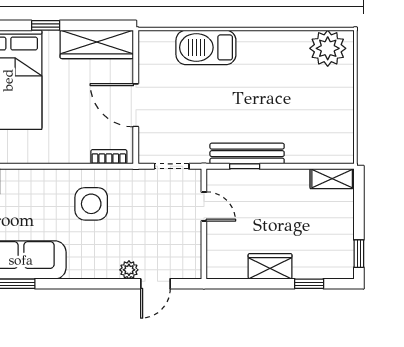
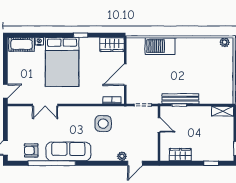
wardrobe: (97, 44) -> (112, 45), width x0.67
plant: (328, 48) -> (225, 42), width x0.53, depth x0.53
door: (136, 105) -> (125, 75), hinge flipped
wardrobe: (270, 266) -> (180, 155), moved

